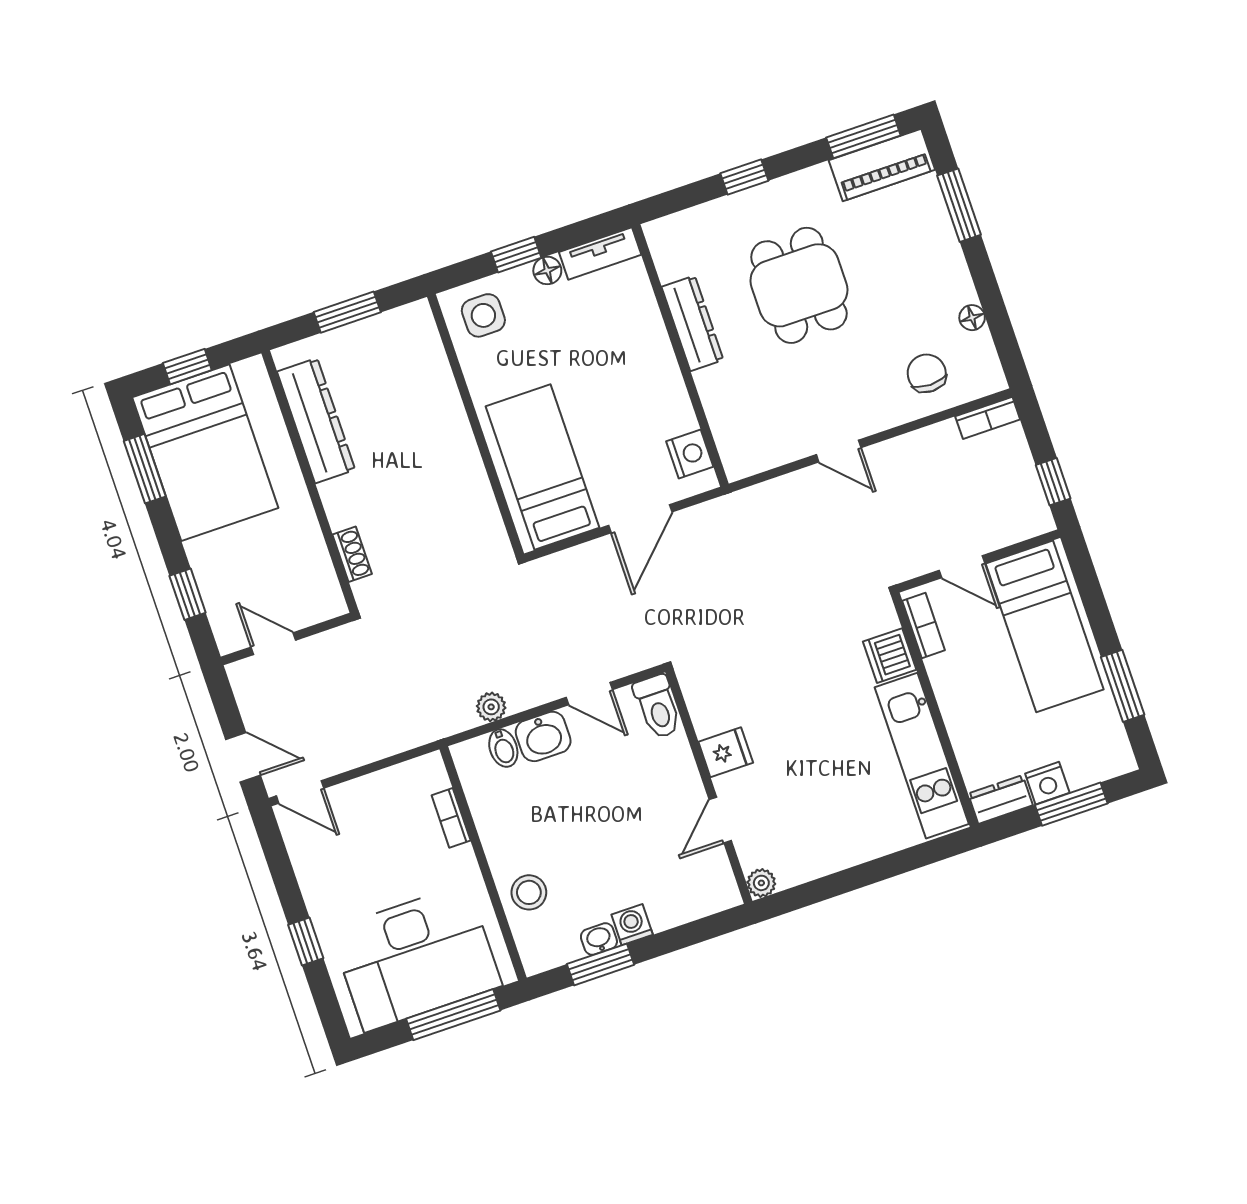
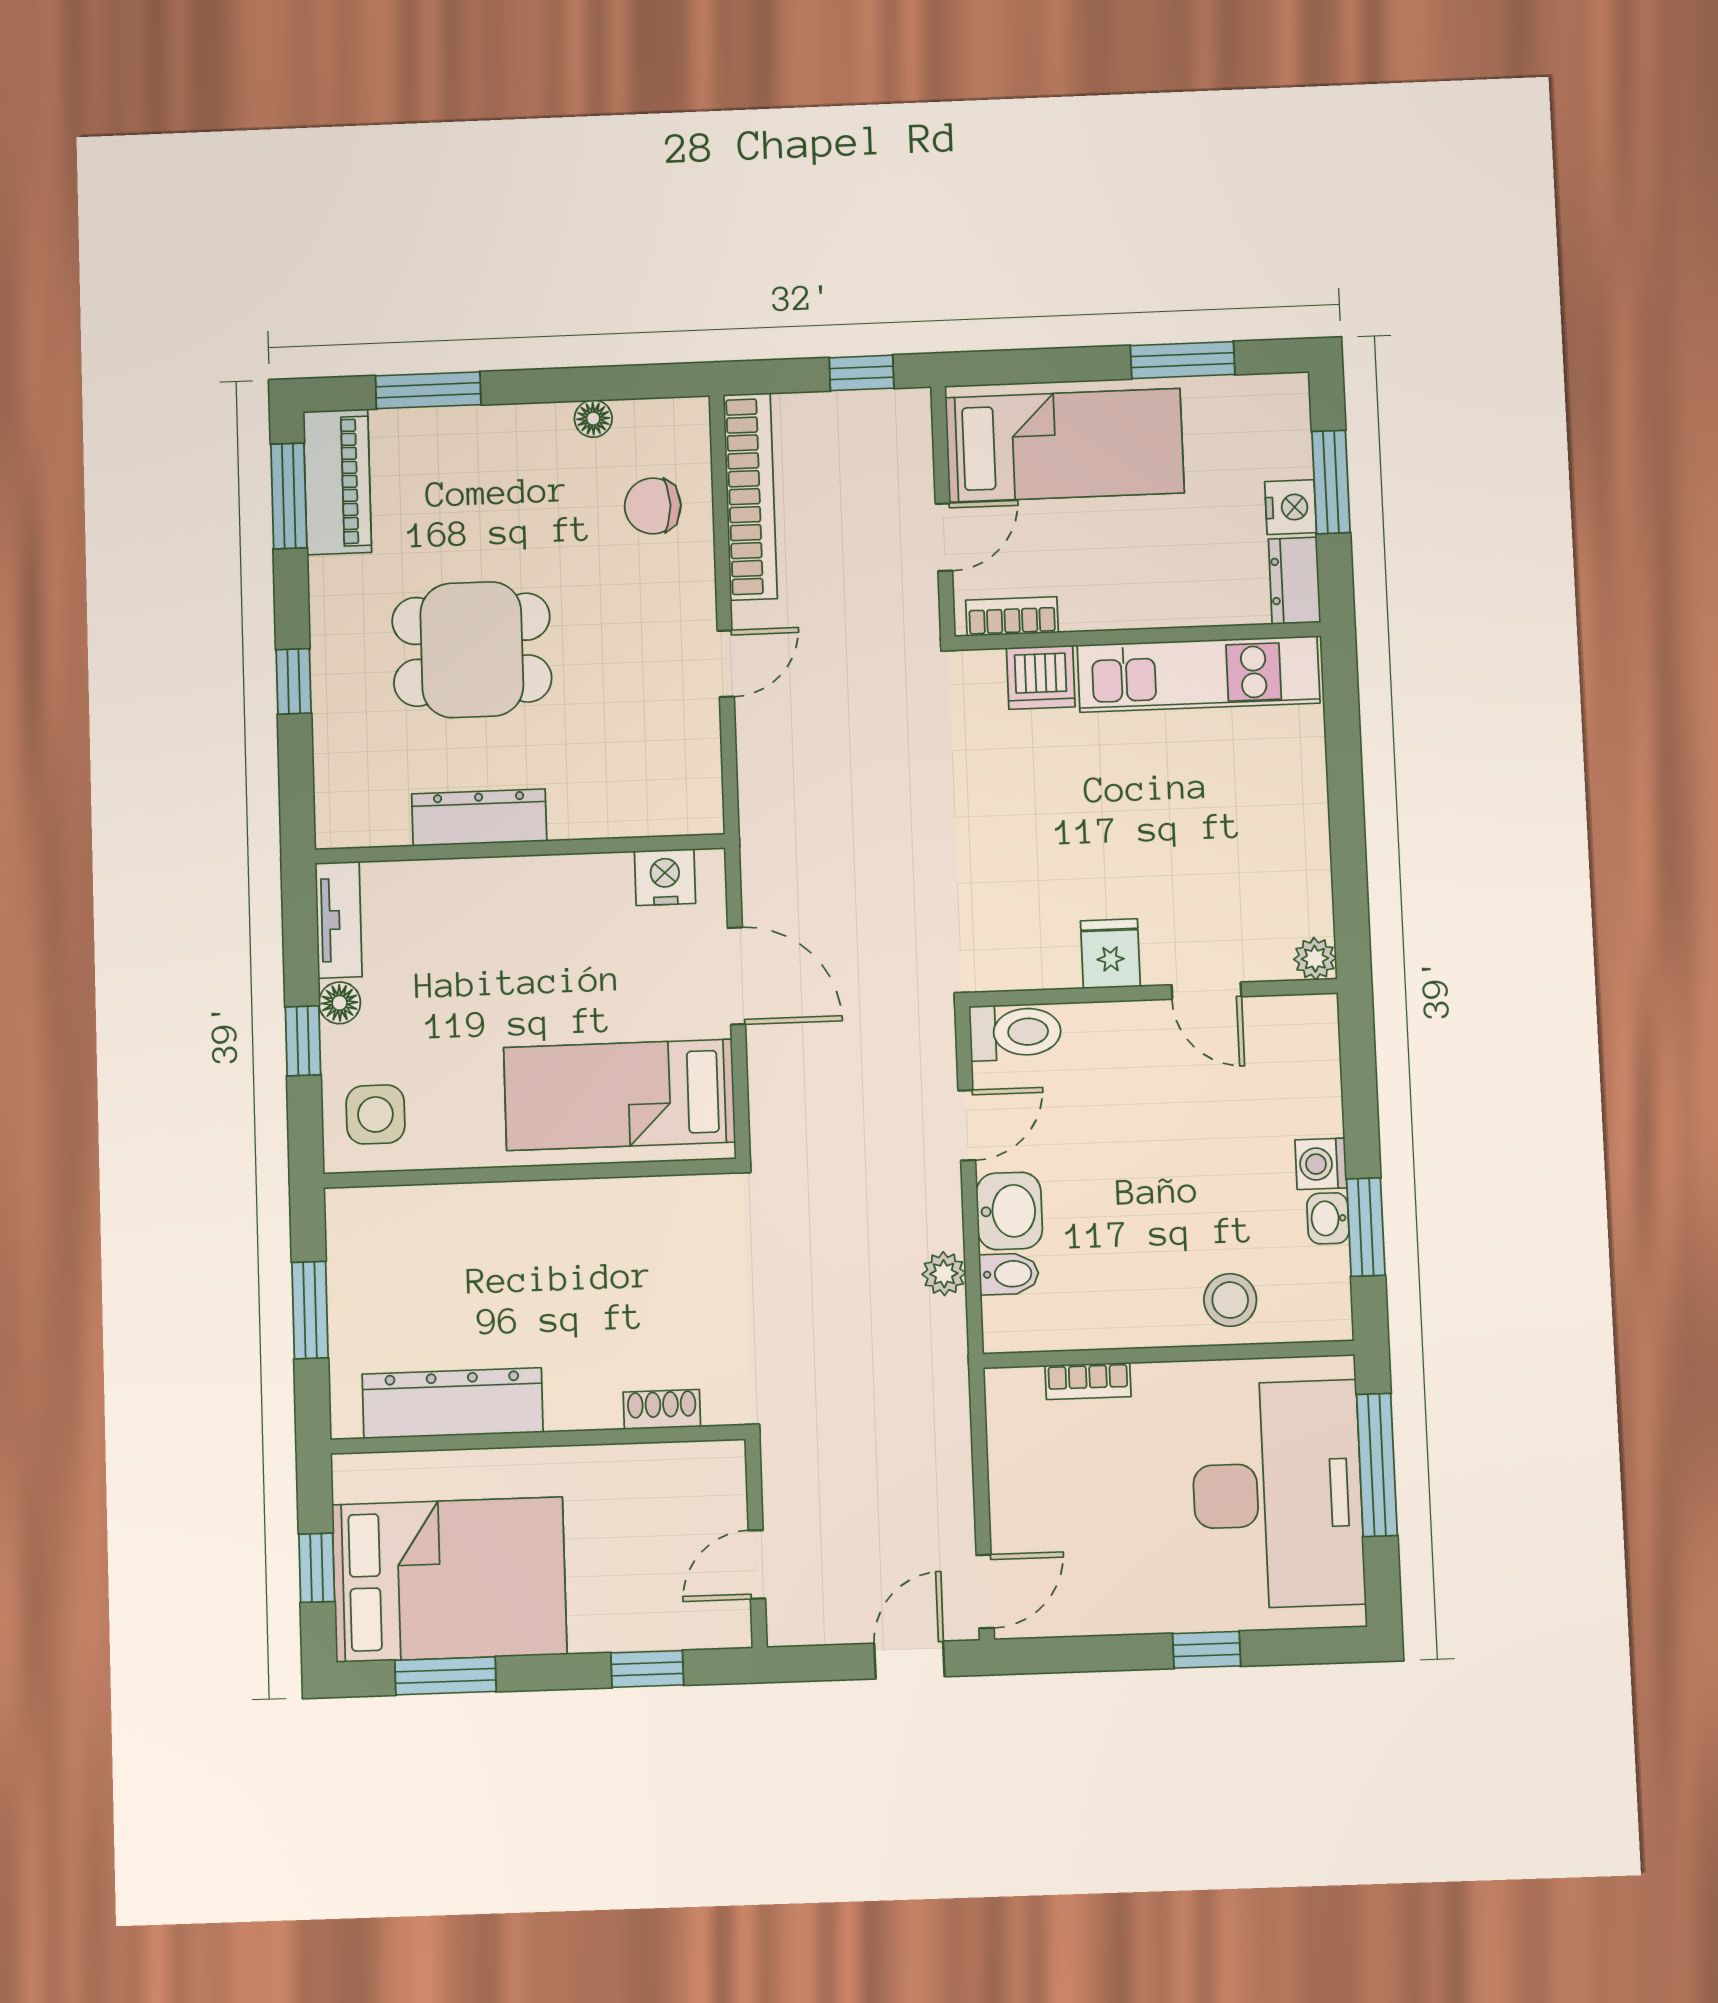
bookcase: (988, 418) -> (750, 496), width x2.31, depth x1.31

